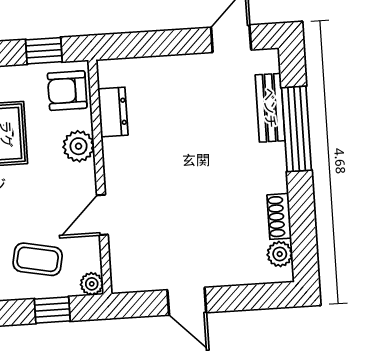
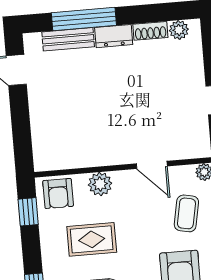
dresser: (113, 112) -> (114, 36), moved, turned 180

